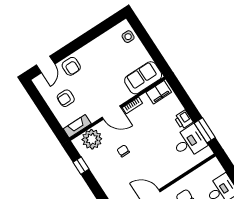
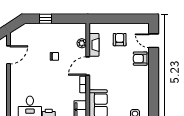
fireplace: (77, 126) -> (94, 45), moved
plant: (92, 139) -> (82, 43), width x0.53, depth x0.53
window: (81, 166) -> (45, 19), moved

